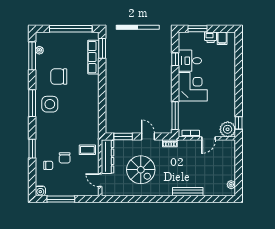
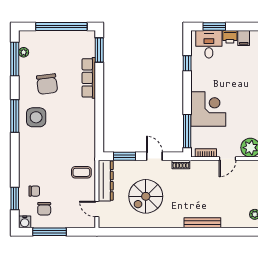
row of seats: (93, 57) -> (89, 78), moved
desk: (190, 61) -> (209, 44), moved, turned 90
chair: (59, 77) -> (47, 84), turned -97
corner desk: (193, 87) -> (208, 109), moved
window: (32, 149) -> (15, 198), moved
chair: (65, 158) -> (44, 209), moved
spiral stairs: (141, 170) -> (146, 196), turned 90

